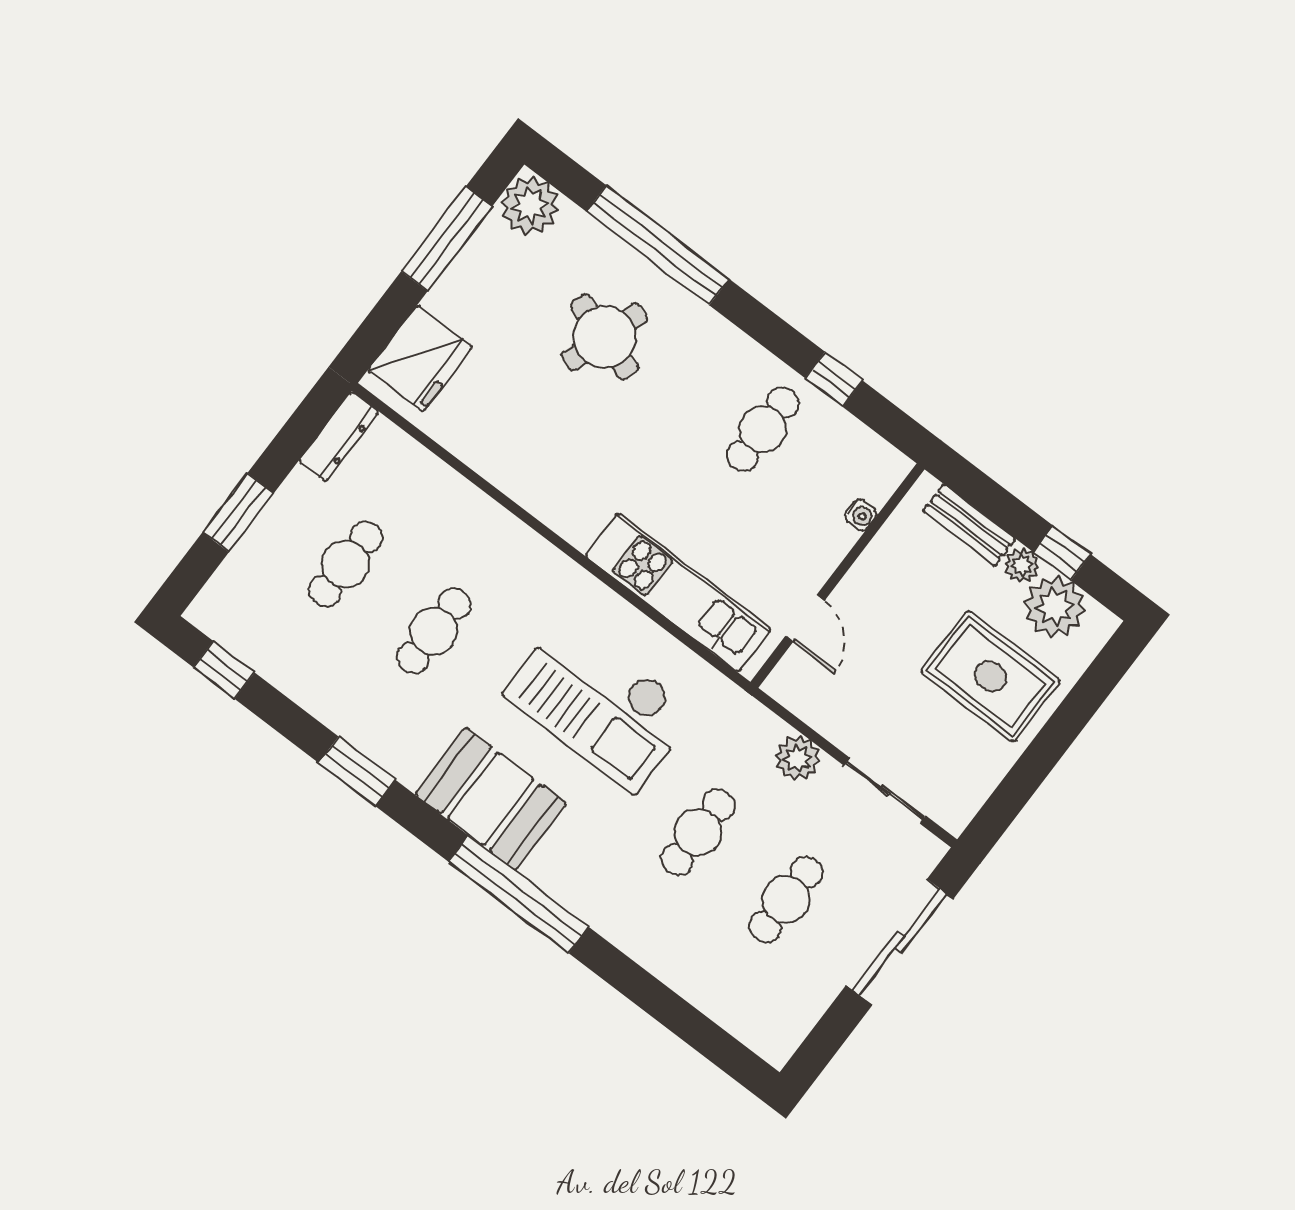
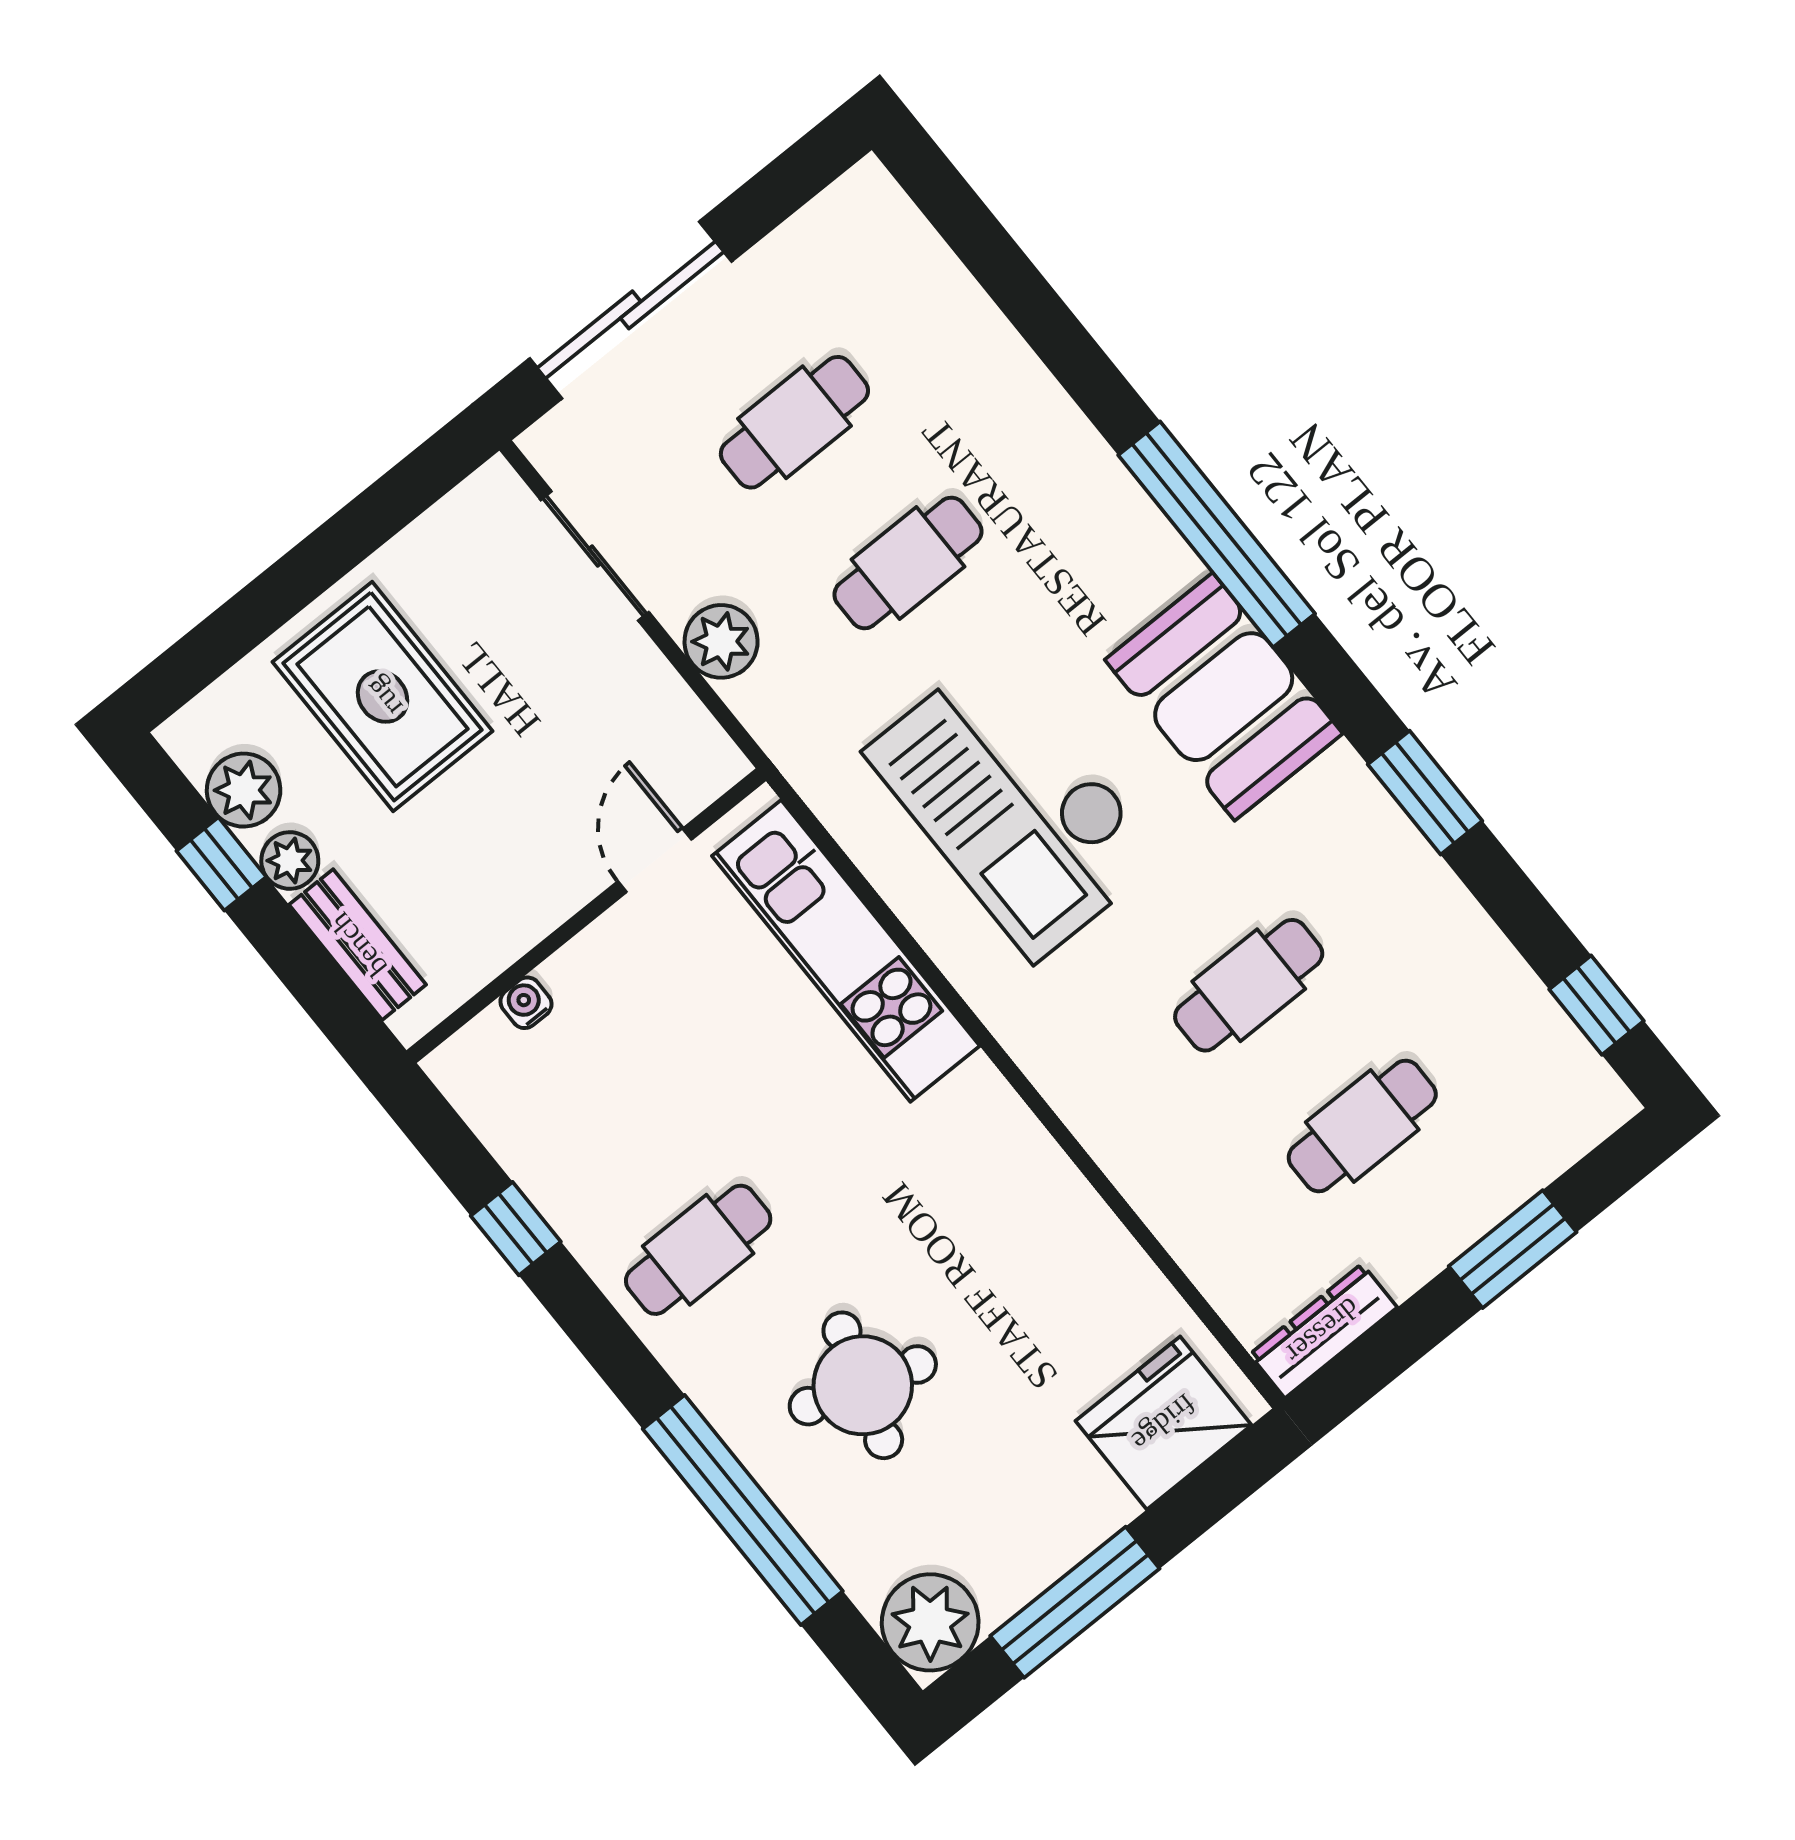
cafe table: (763, 429) -> (698, 1250), moved
plant: (1055, 607) -> (244, 790), width x0.73, depth x0.73
checkout: (600, 704) -> (1014, 805), turned 180

